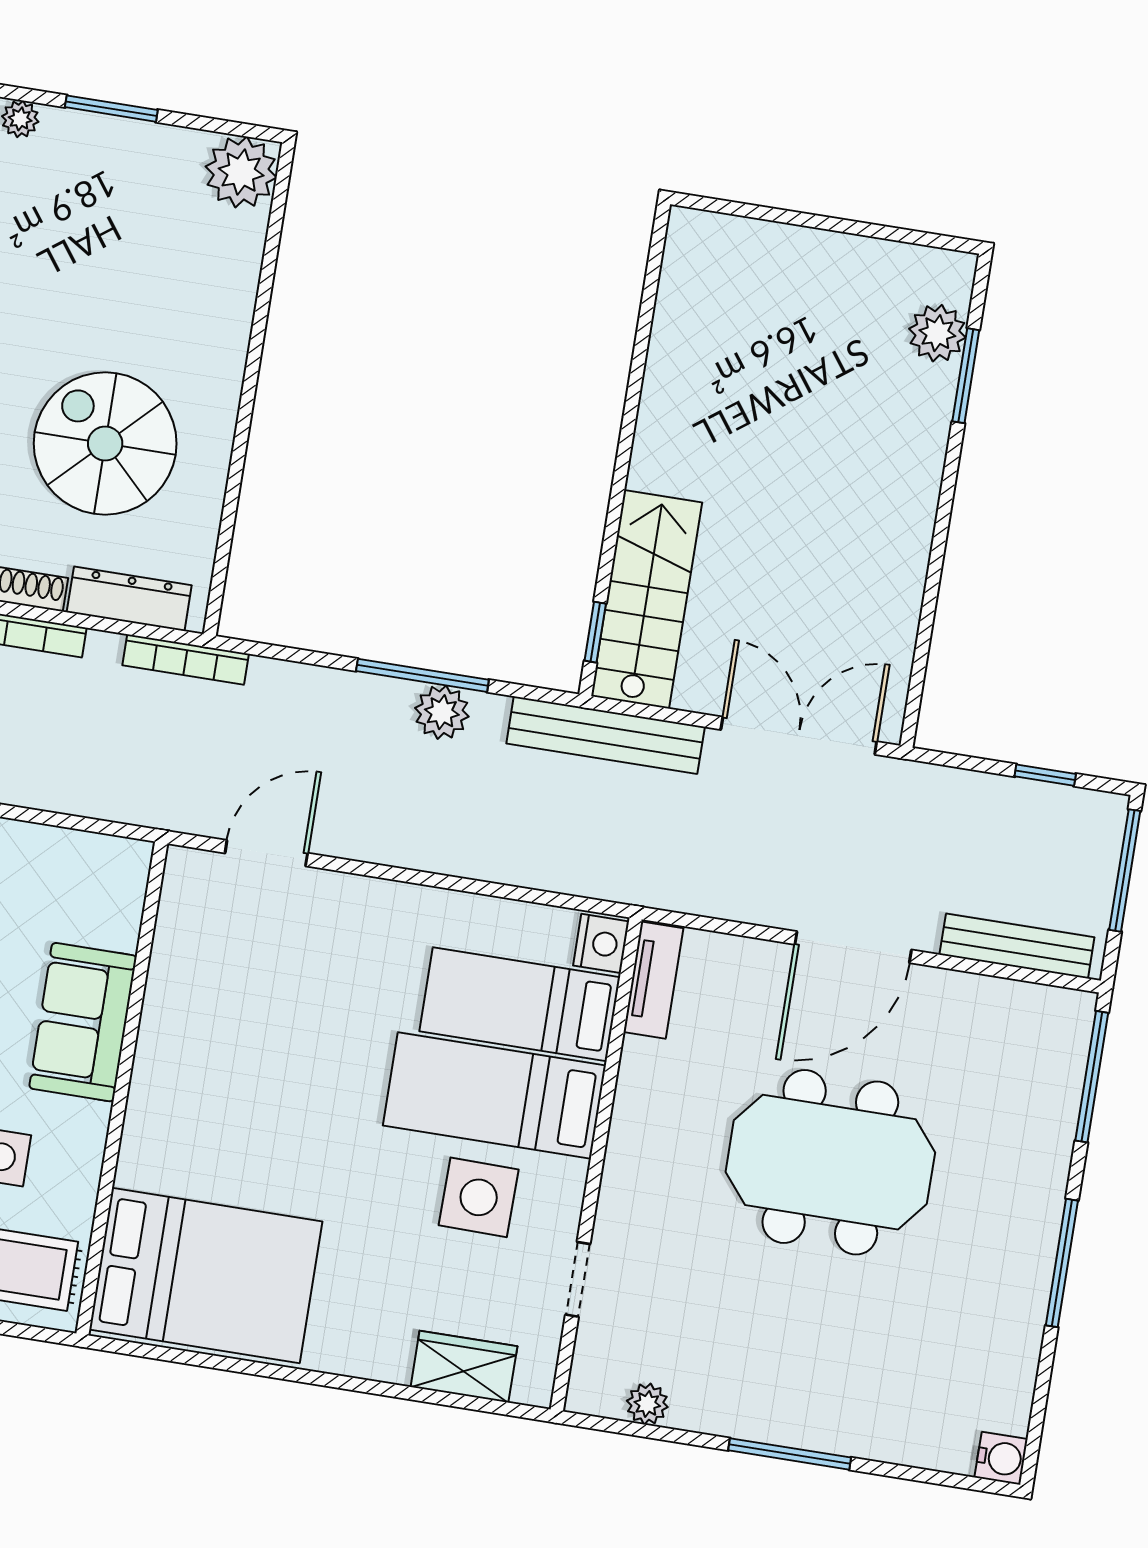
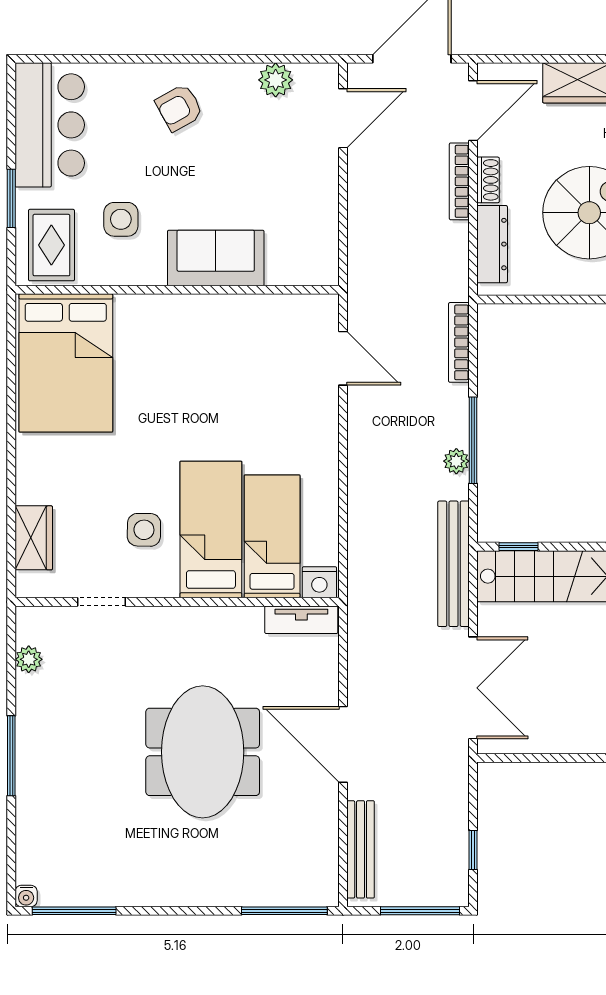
bookcase: (186, 659) -> (459, 342), moved
plant: (442, 712) -> (456, 461), width x0.73, depth x0.73
side table: (479, 1197) -> (144, 530), width x0.73, depth x0.73
window: (1062, 1263) -> (74, 911), moved
water cooler: (1001, 1458) -> (26, 896), width x0.72, depth x0.72

